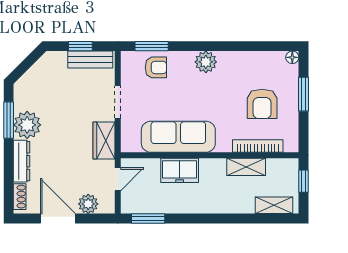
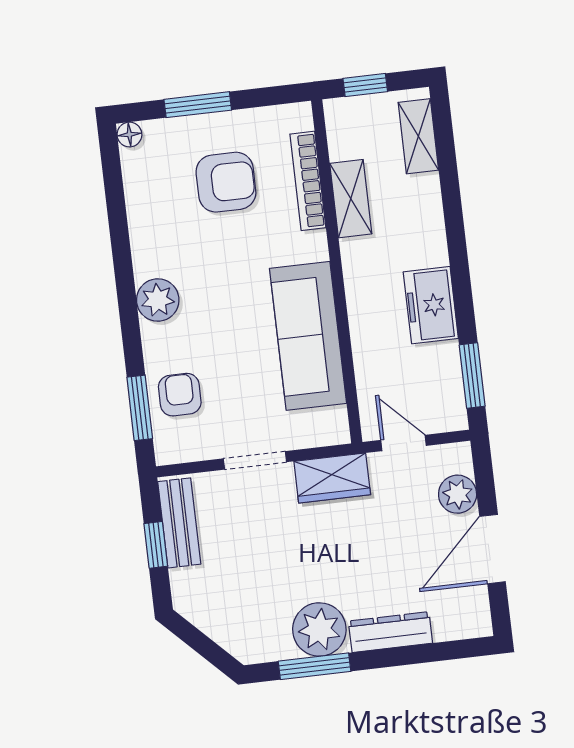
freezer: (180, 170) -> (431, 305), moved, turned 180
shoe rack: (20, 197) -> (459, 628), removed

